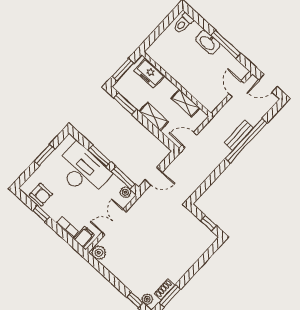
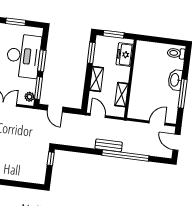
bench: (239, 135) -> (109, 145), moved
window: (208, 223) -> (51, 159), moved

